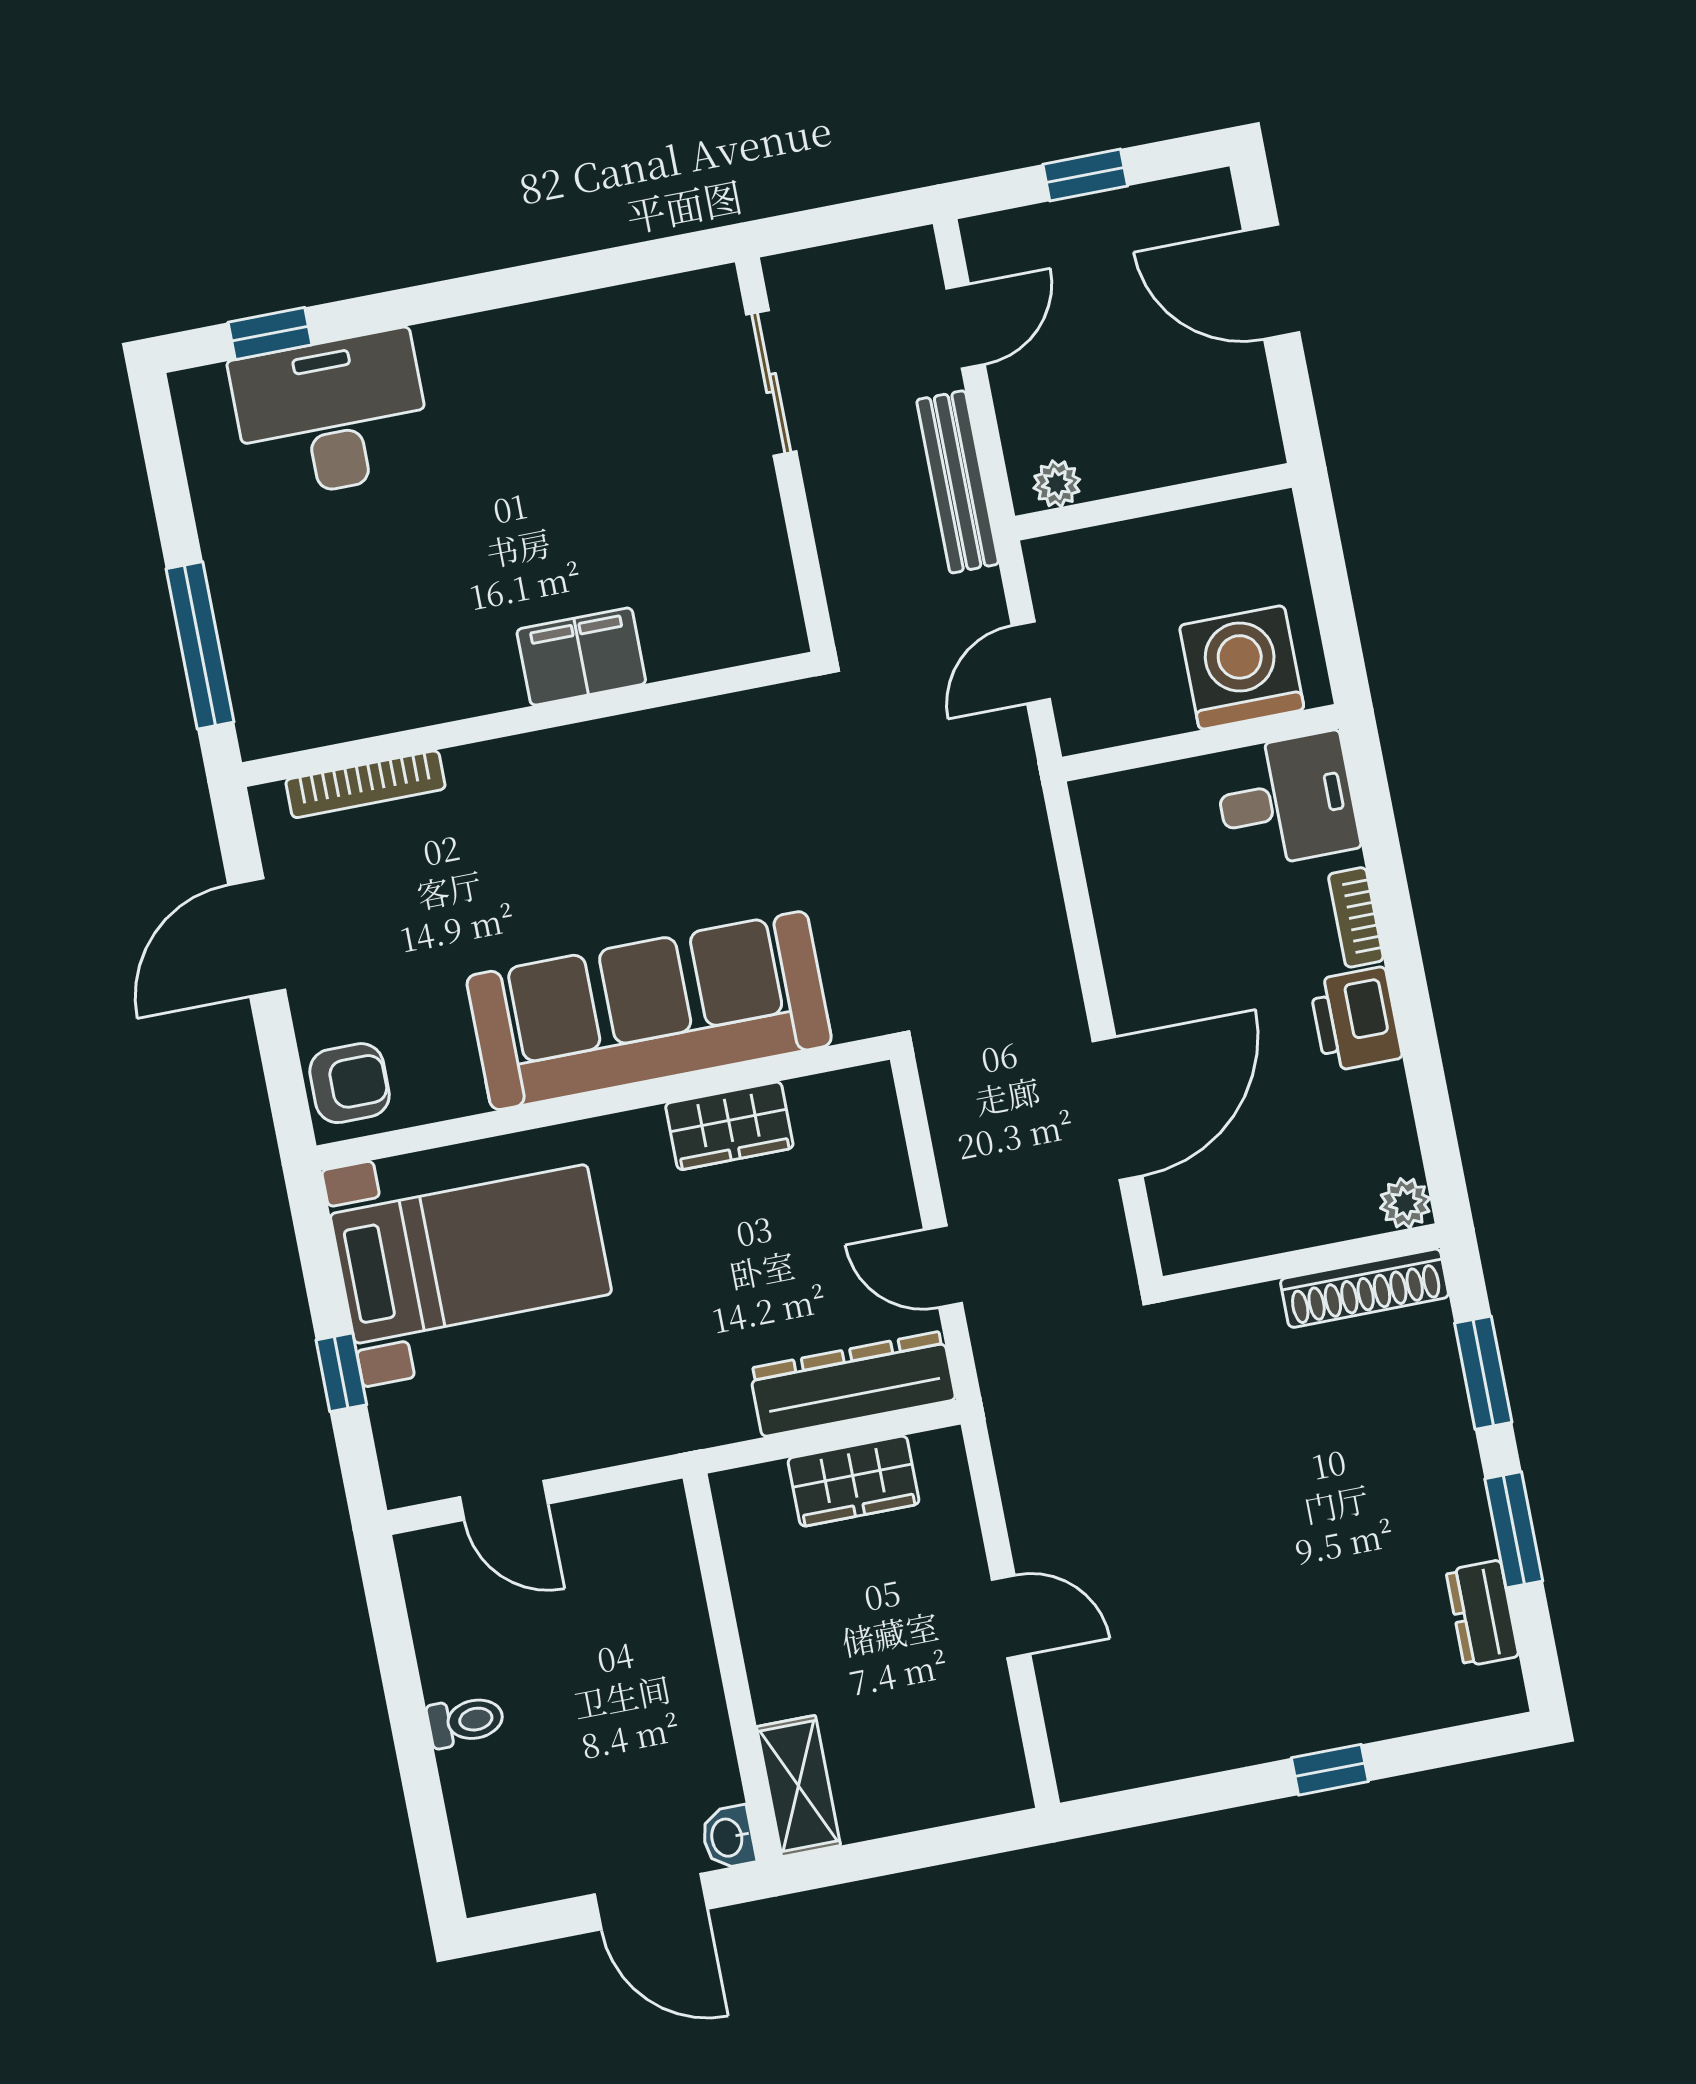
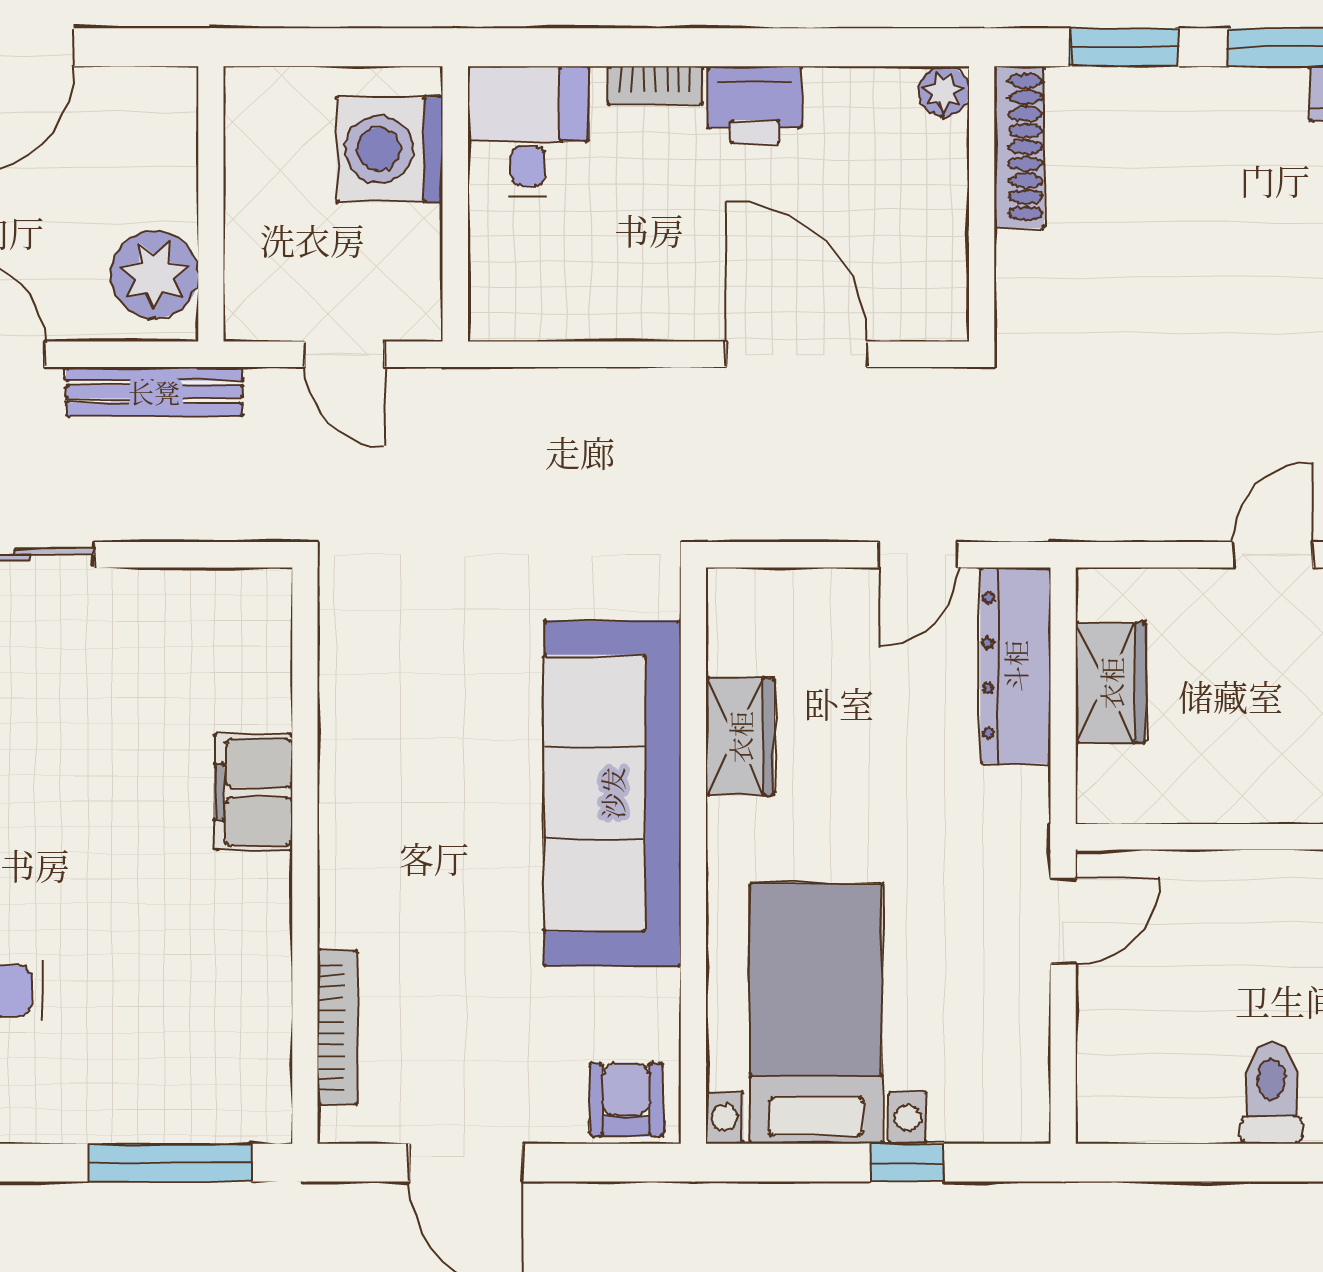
plant: (1057, 484) -> (154, 274), width x1.87, depth x1.87
door: (504, 1500) -> (1063, 921), moved
toilet: (466, 1721) -> (1271, 1093), width x1.37, depth x1.39

